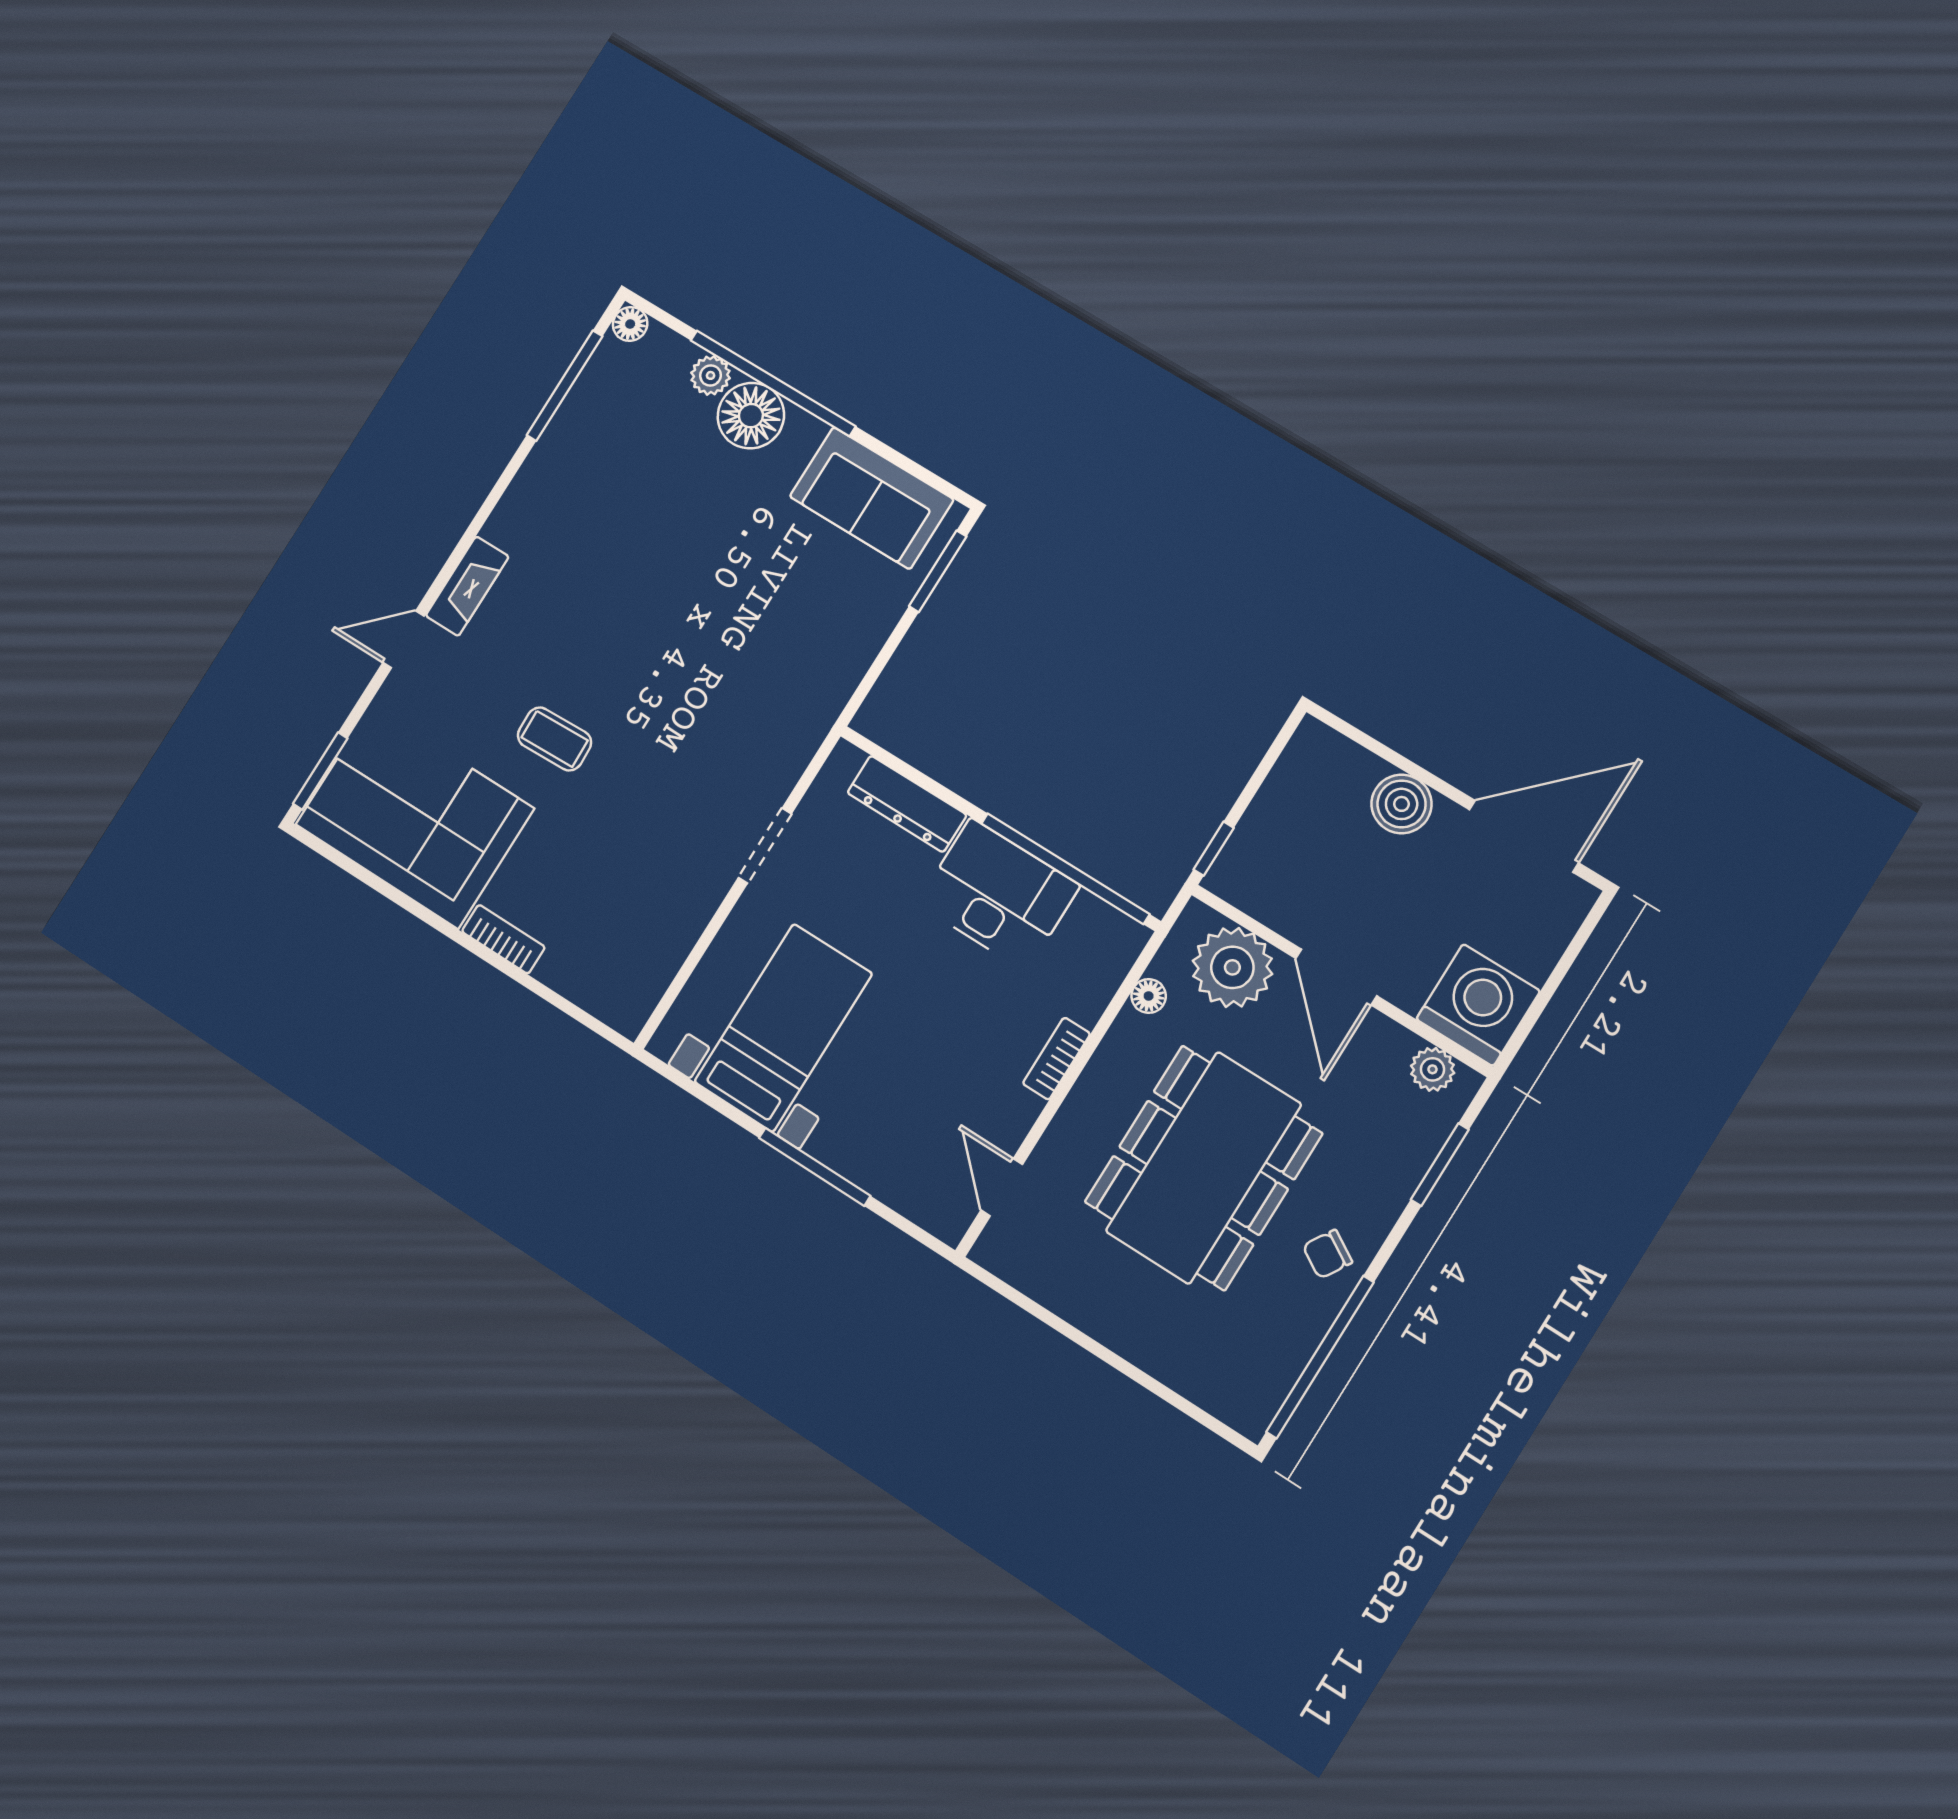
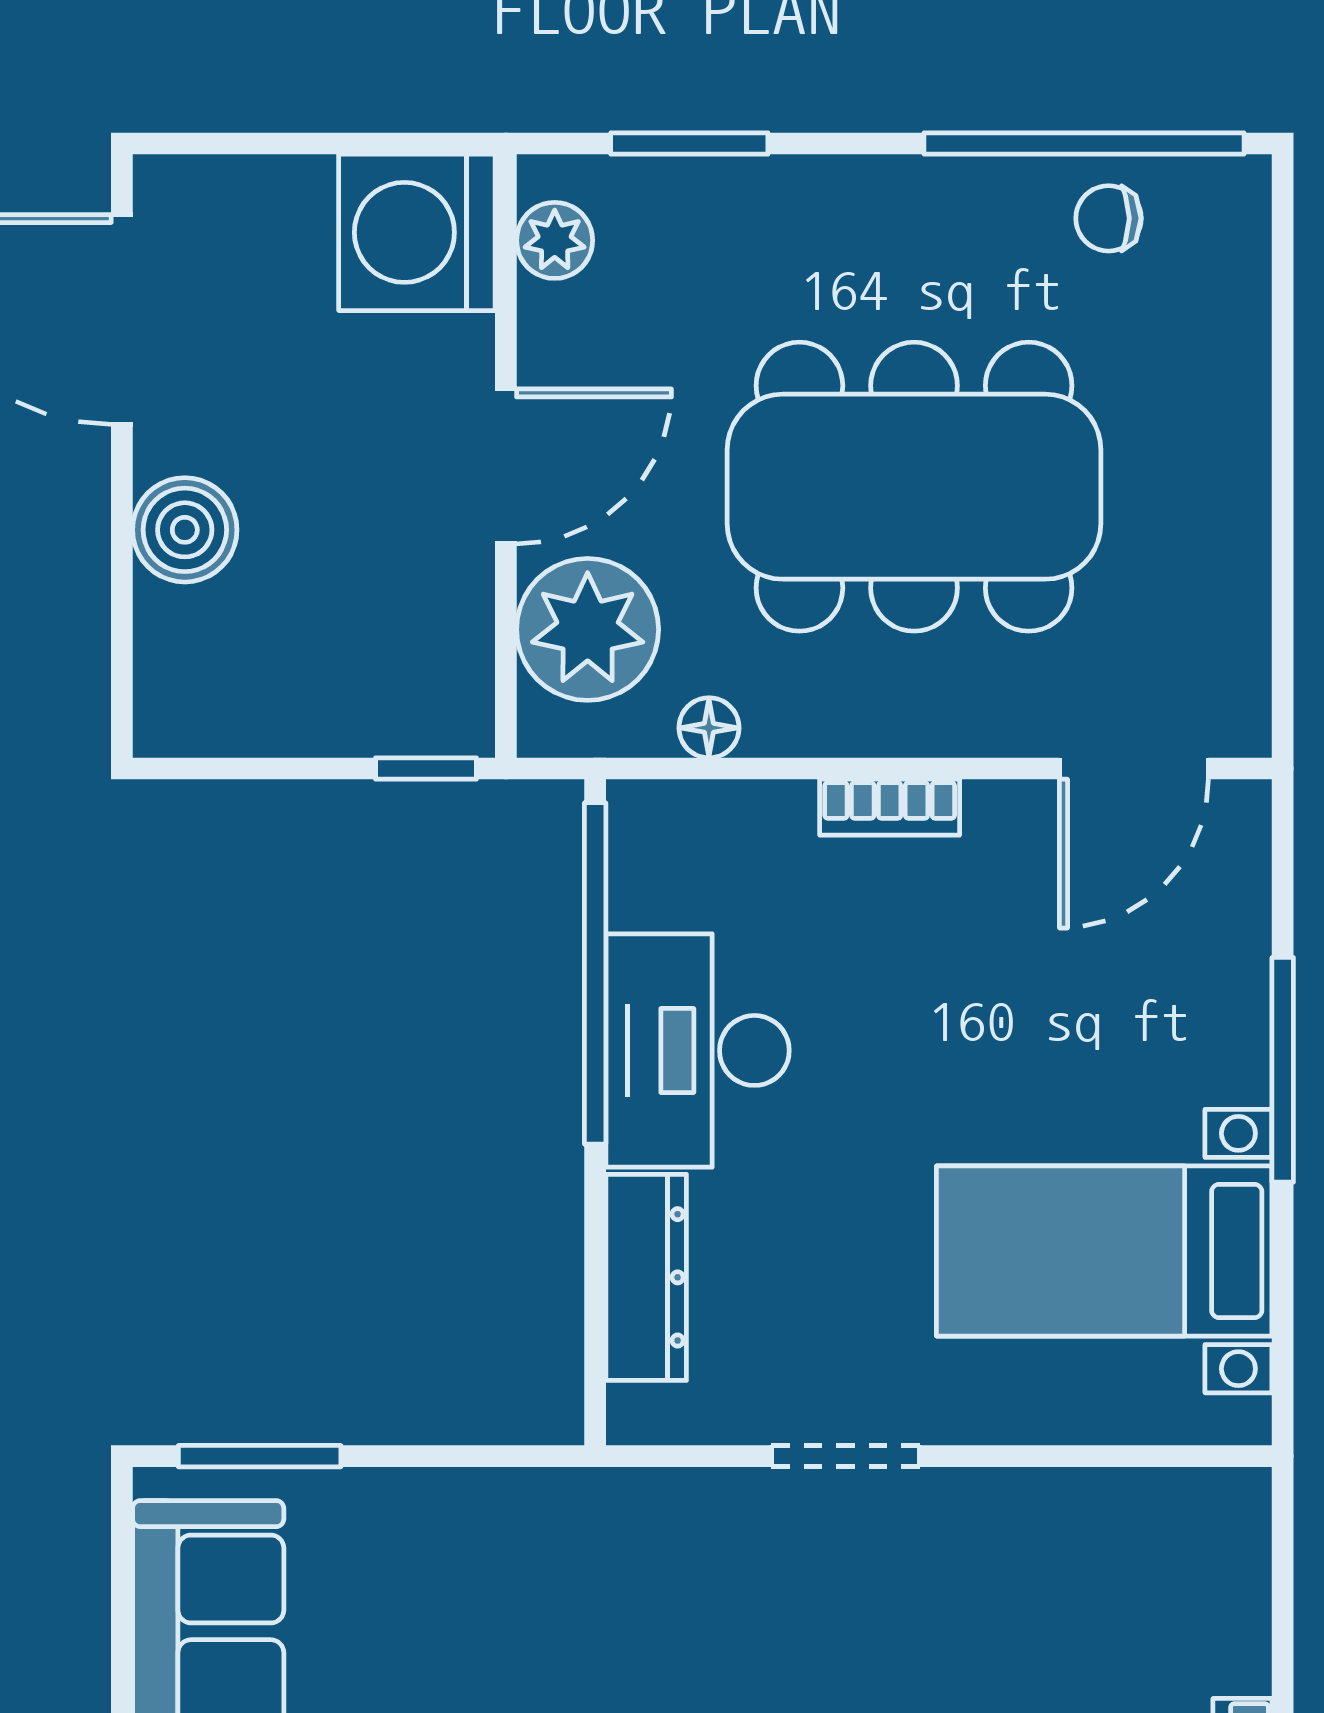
door: (1002, 1187) -> (1134, 769), width x1.38
chair: (1327, 1254) -> (1109, 218), moved, turned 149

